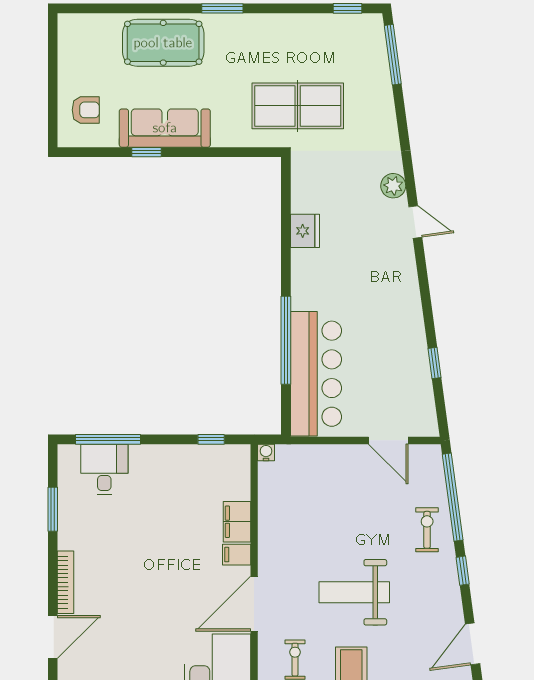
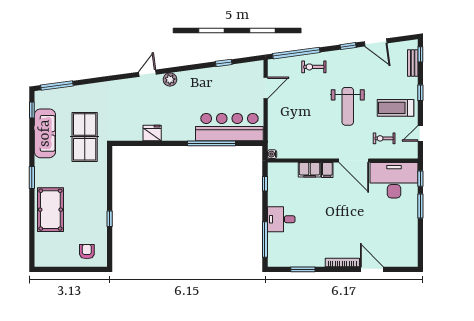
sofa: (165, 128) -> (45, 133), moved, turned 180
plant: (393, 186) -> (170, 79), moved
desk: (104, 469) -> (281, 219), moved
window: (463, 571) -> (348, 46), moved

